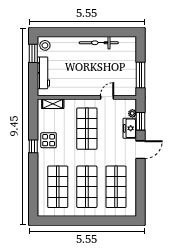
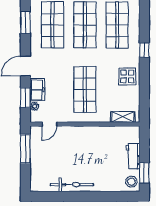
workbench: (43, 73) -> (133, 156), width x0.73
door: (107, 97) -> (49, 124), moved
window: (33, 146) -> (144, 50), moved
window: (140, 189) -> (25, 23), added

